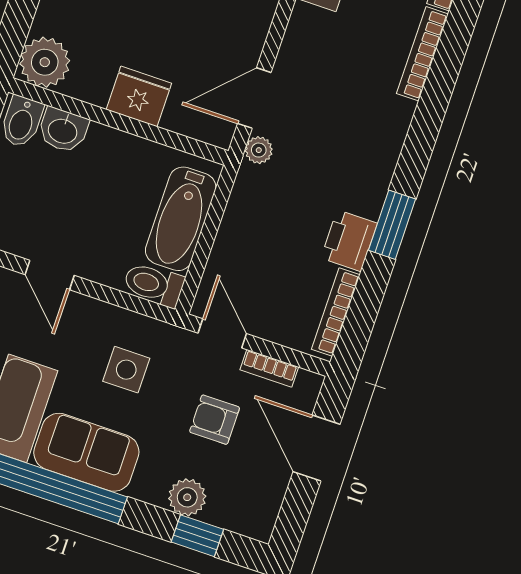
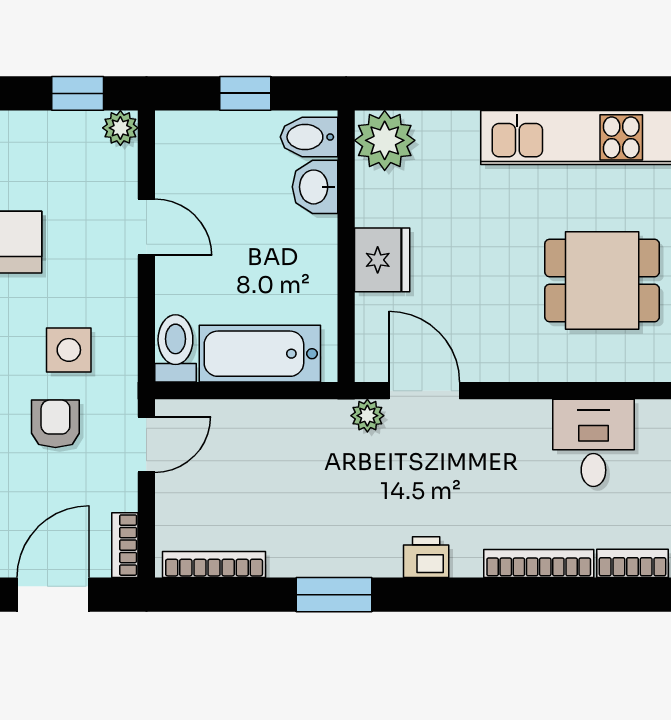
printer: (349, 241) -> (426, 557), moved, width x0.73, depth x0.81
door: (50, 275) -> (146, 227), swing flipped
bookcase: (269, 368) -> (125, 545), moved
armchair: (215, 420) -> (55, 424), moved

